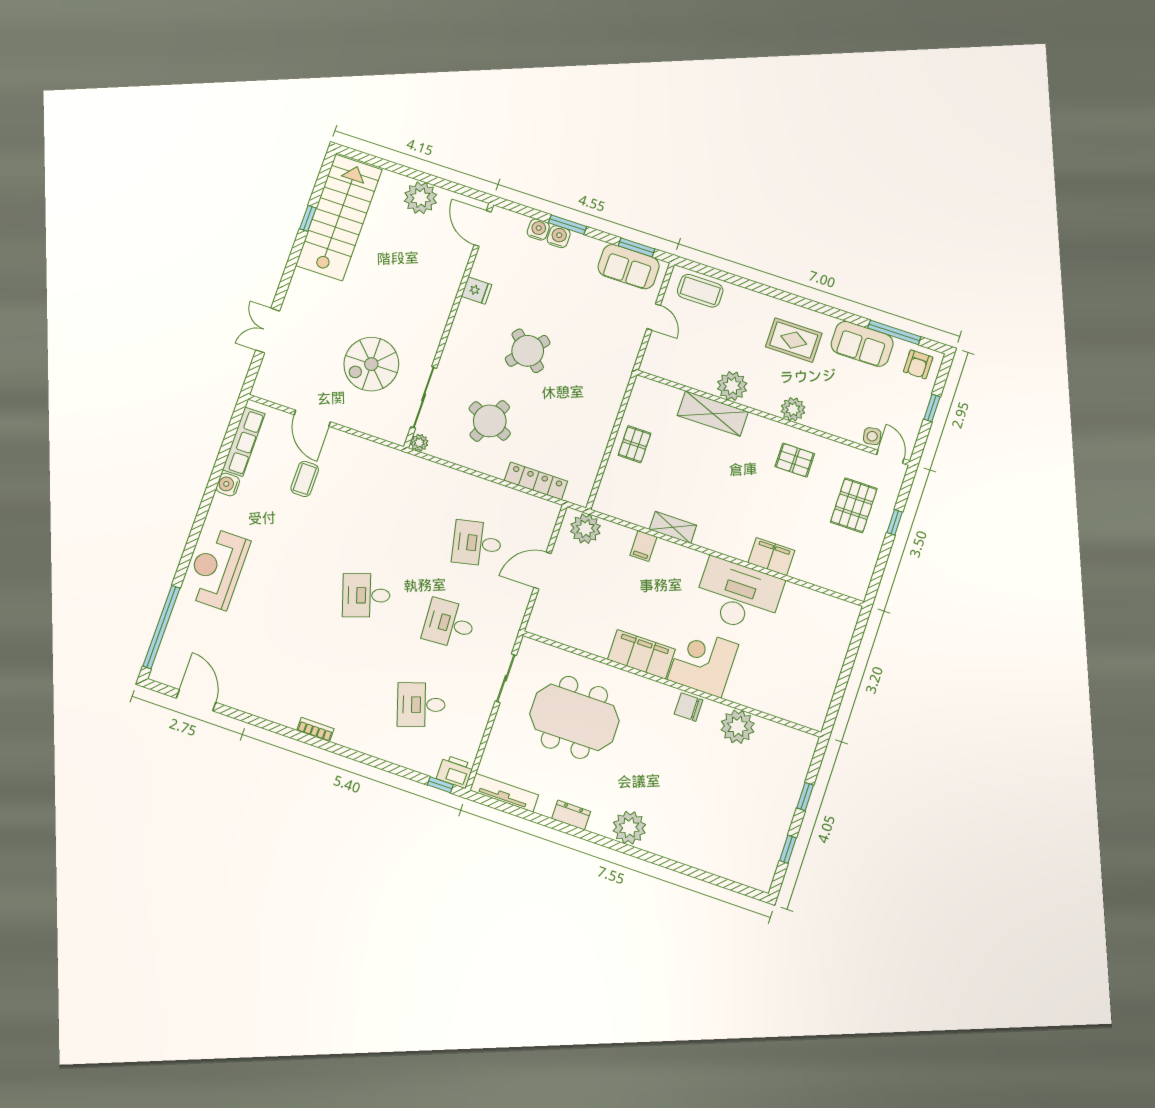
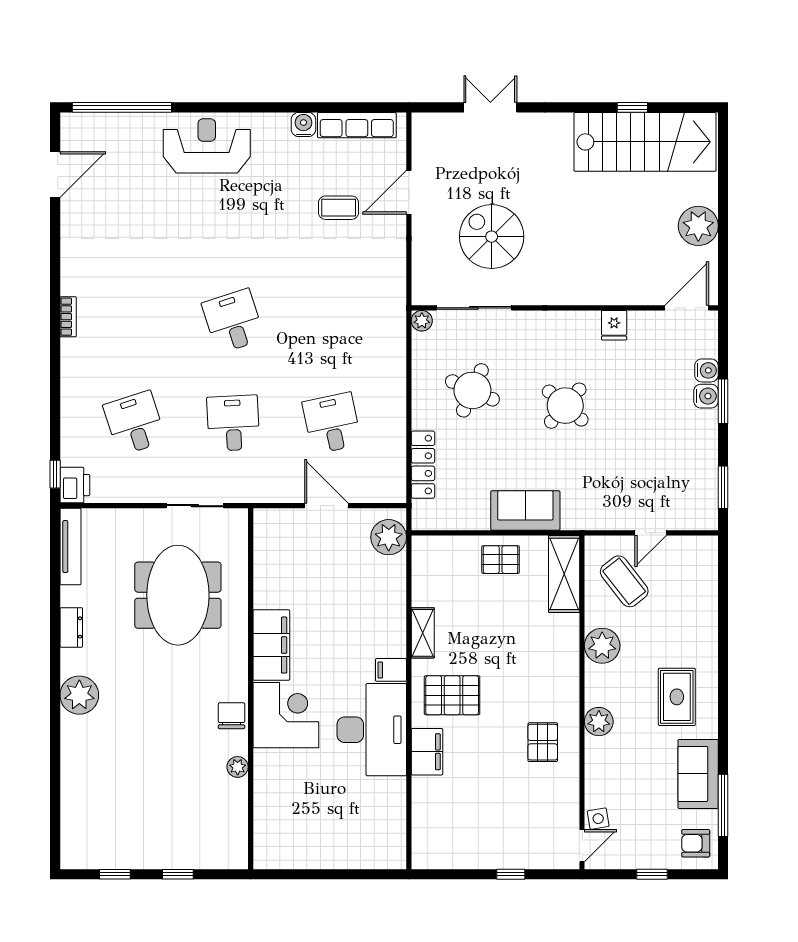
sofa: (629, 267) -> (525, 511), moved, turned 90
coffee table: (700, 291) -> (624, 581), moved, turned -38
shelving: (713, 414) -> (564, 574), moved
pallet: (854, 505) -> (452, 695), moved
filing cabinet: (643, 546) -> (391, 670), moved
plant: (738, 727) -> (238, 767), width x0.53, depth x0.53

